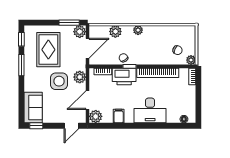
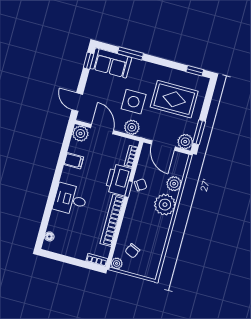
plant: (138, 30) -> (165, 205), width x1.87, depth x1.87
window: (21, 65) -> (130, 53), moved
desk: (150, 110) -> (70, 199), width x0.73

